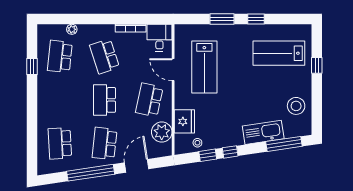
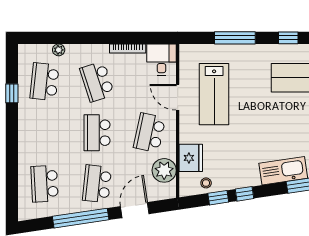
window: (222, 19) -> (235, 38), width x1.44
window: (256, 19) -> (288, 38), moved

